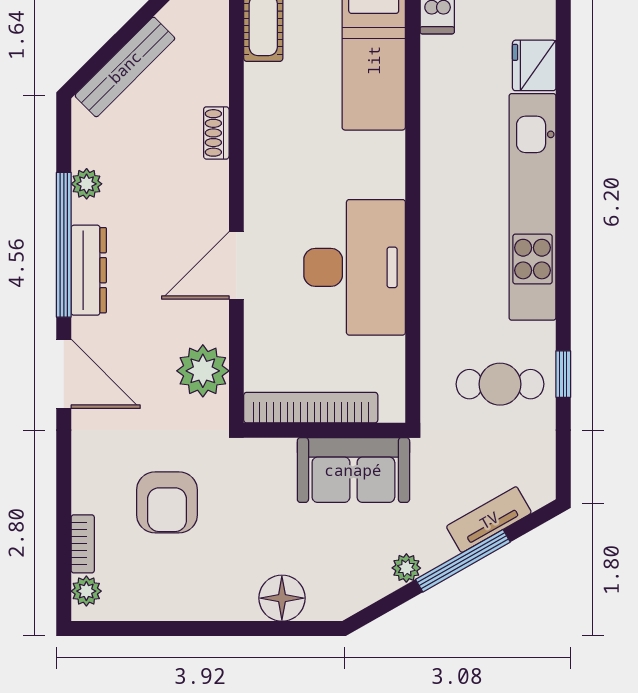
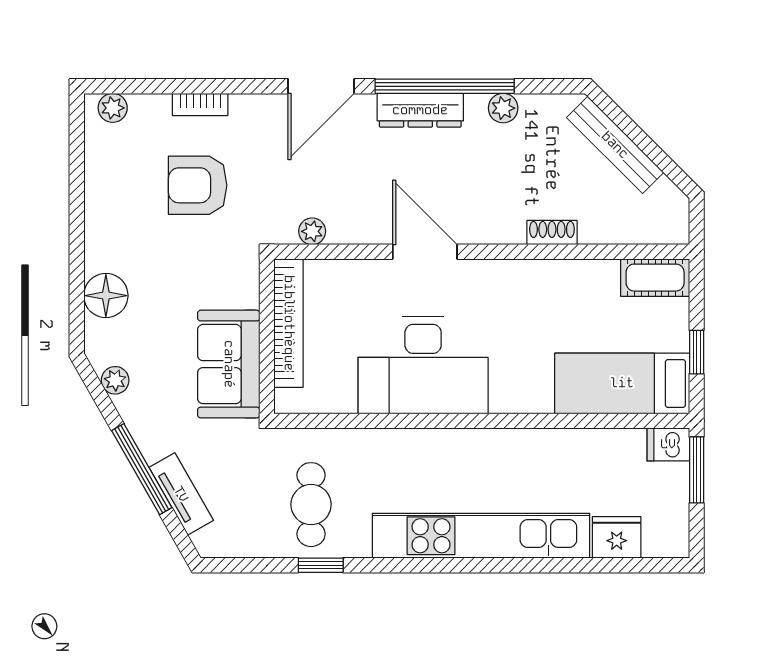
plant: (203, 371) -> (312, 231), width x0.53, depth x0.53
bookcase: (83, 544) -> (200, 104), moved
plant: (406, 568) -> (115, 380), moved

